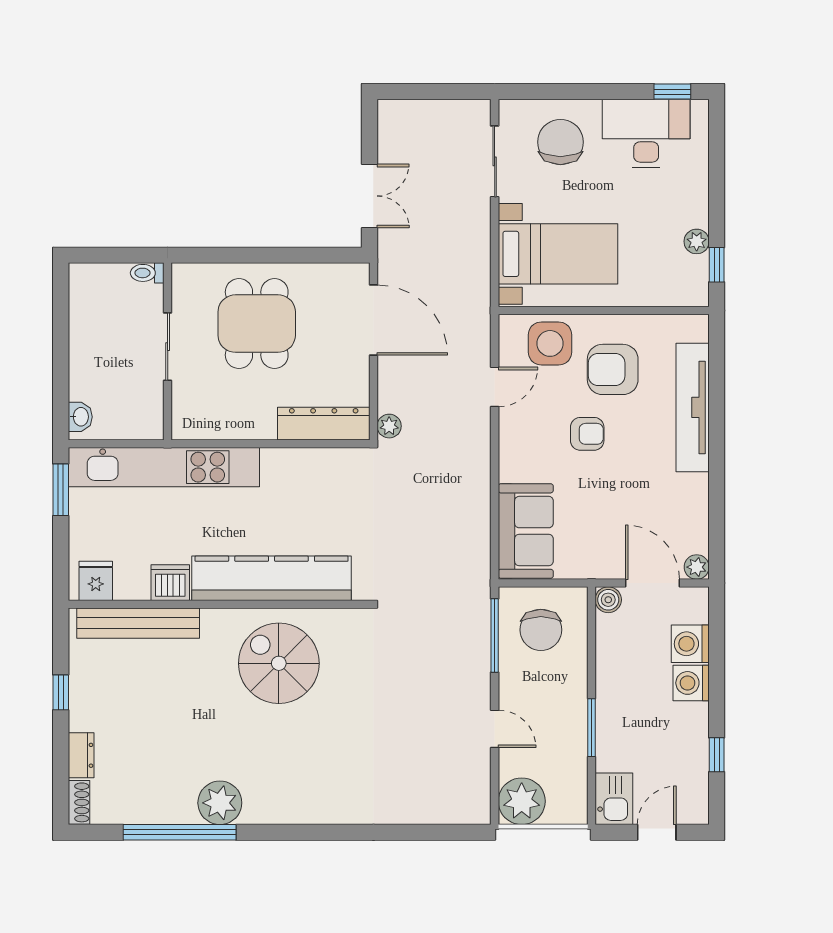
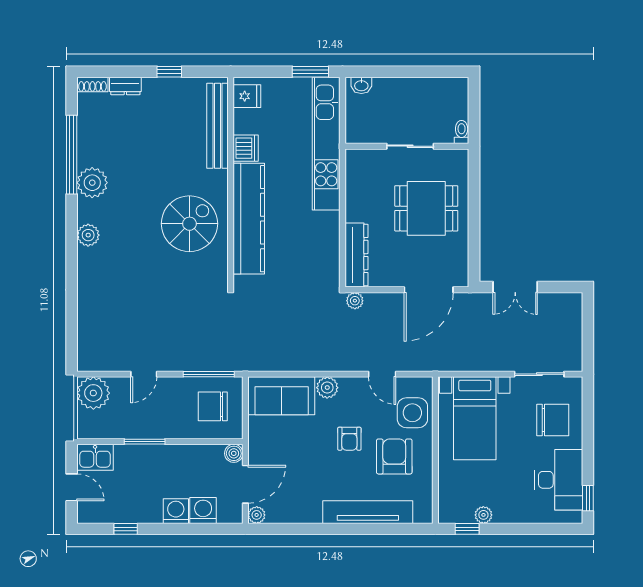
plant: (514, 466) -> (327, 388), added
plant: (295, 809) -> (88, 235), added

